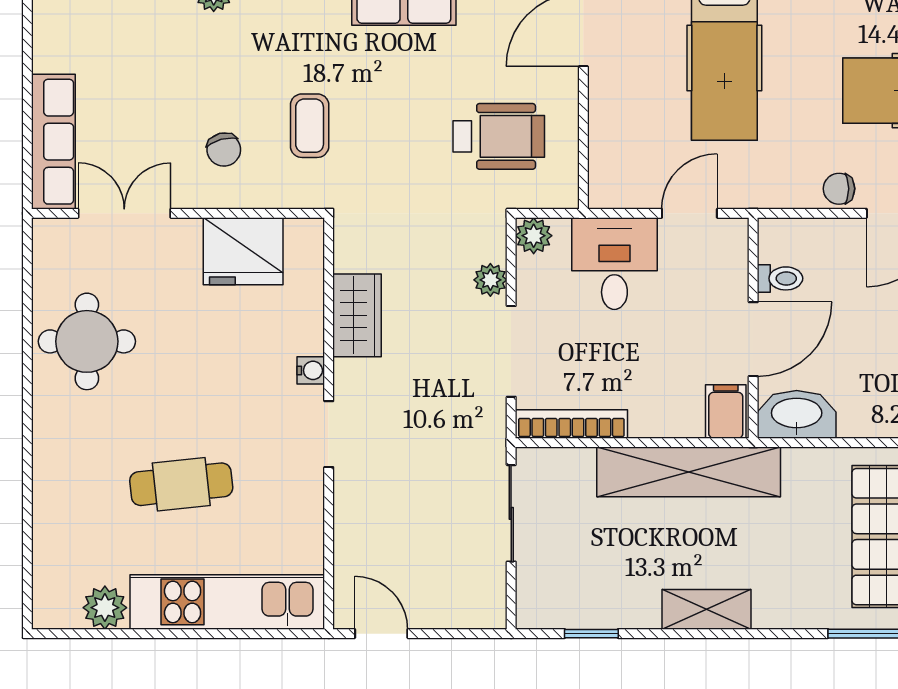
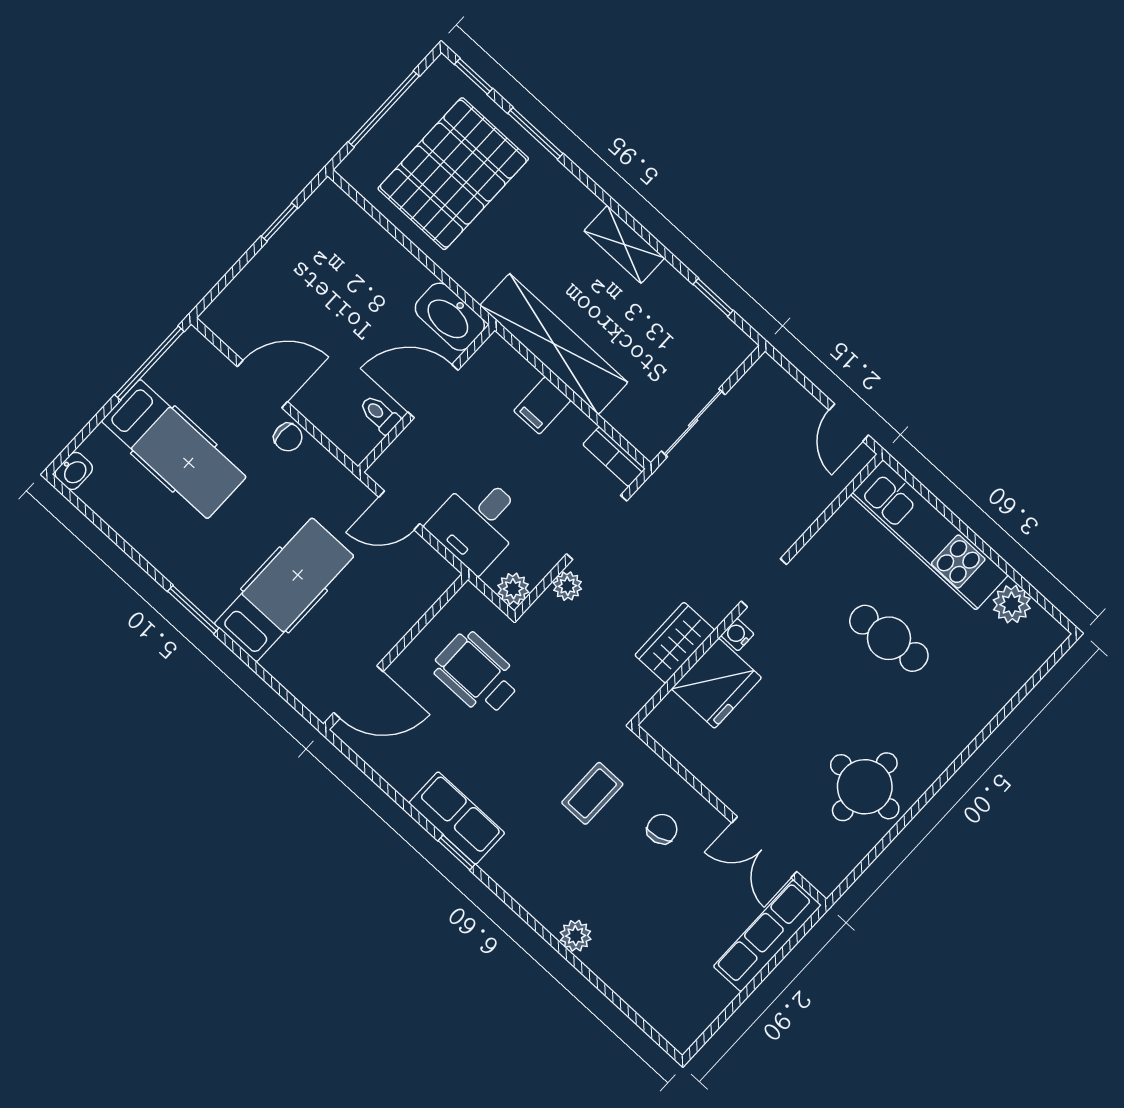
fridge: (243, 251) -> (716, 683), moved, turned 90
filing cabinet: (726, 411) -> (542, 405), moved
bookcase: (571, 424) -> (614, 457), width x0.64

